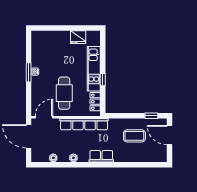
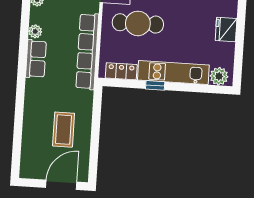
fridge: (78, 37) -> (226, 30), moved
plant: (94, 40) -> (219, 76), added
window: (151, 116) -> (94, 158), removed
row of seats: (101, 156) -> (36, 59), moved

